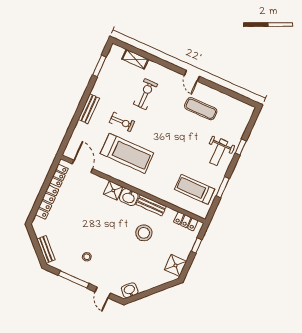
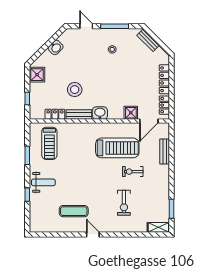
shelving: (135, 59) -> (158, 227), moved
bench: (89, 109) -> (165, 151), moved
weight bench: (219, 152) -> (43, 182), turned 90
treadmill: (127, 153) -> (117, 148), turned 180
door: (82, 166) -> (149, 121), hinge flipped
treadmill: (195, 189) -> (49, 143), turned 90
shower: (113, 190) -> (131, 113), moved
locker: (186, 221) -> (55, 114), moved
washbasin: (130, 290) -> (56, 47), moved

